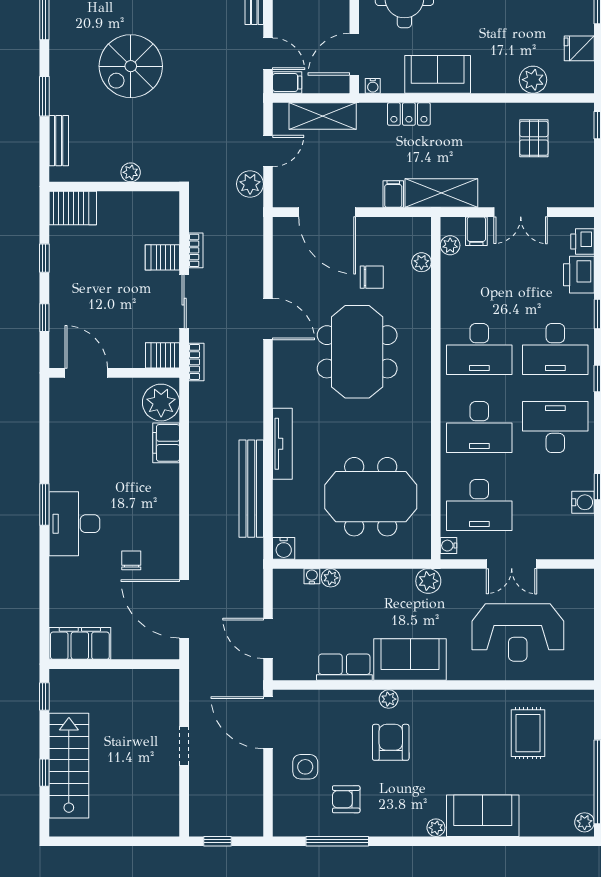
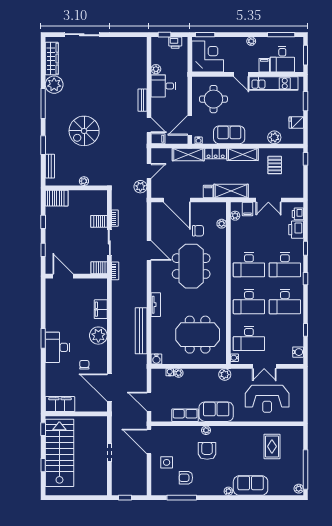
shelving: (323, 116) -> (188, 155), moved
shelving: (466, 116) -> (243, 154), added
plant: (161, 403) -> (98, 336), moved
desk: (555, 427) -> (285, 302), turned 180
tv unit: (282, 444) -> (156, 305), width x0.71
water cooler: (583, 502) -> (298, 352), moved
stairs: (69, 766) -> (59, 453), width x1.36, depth x1.51

